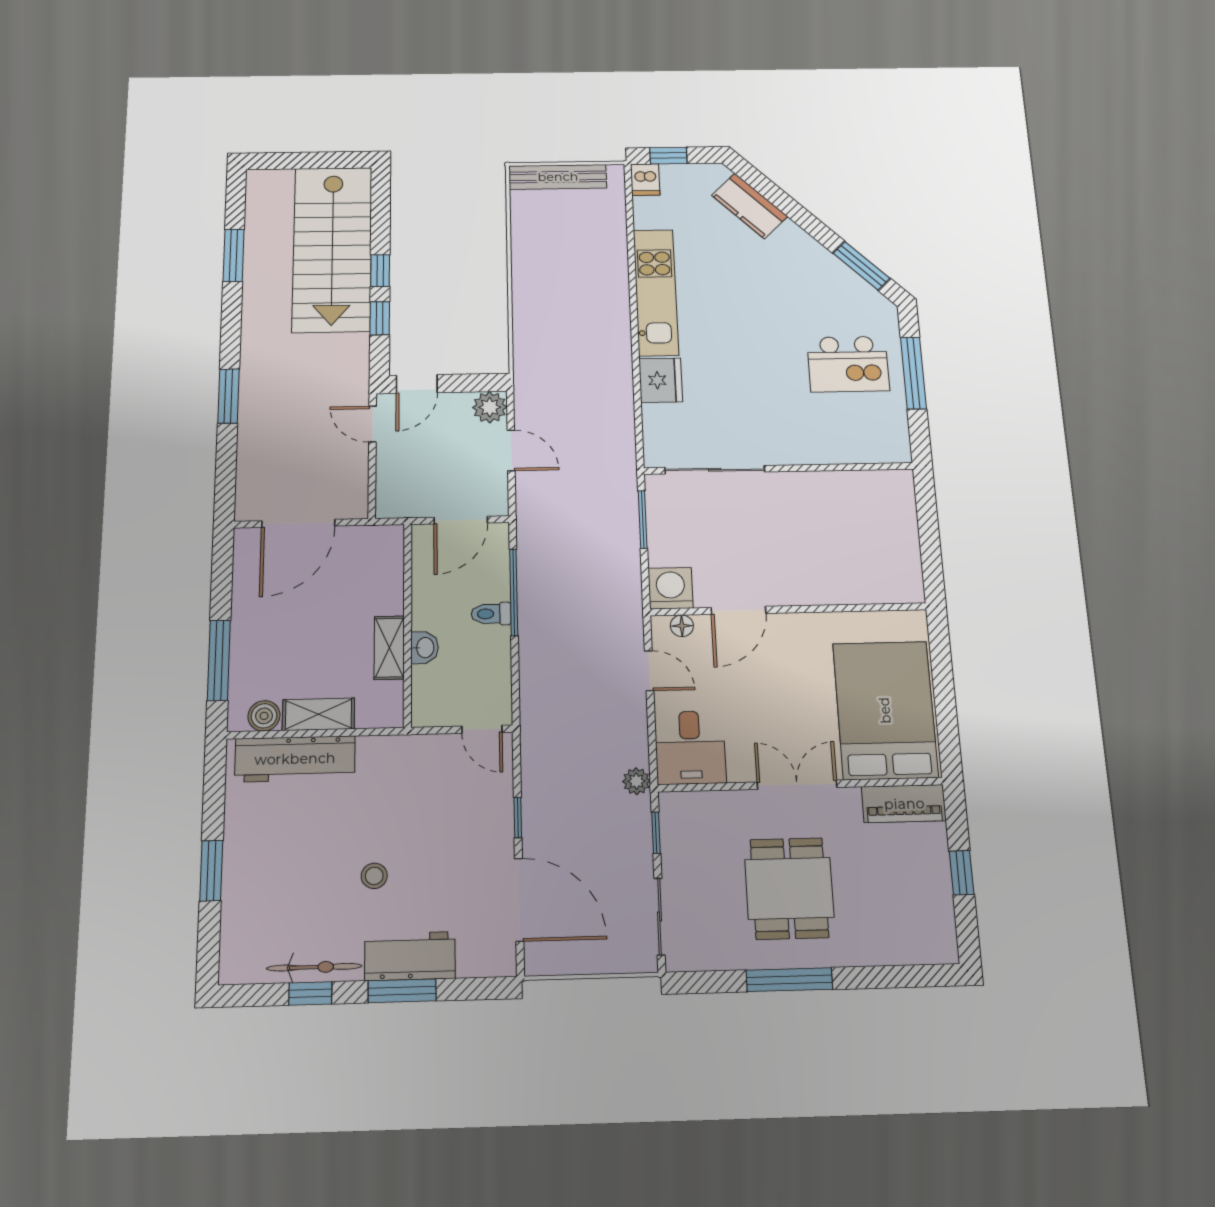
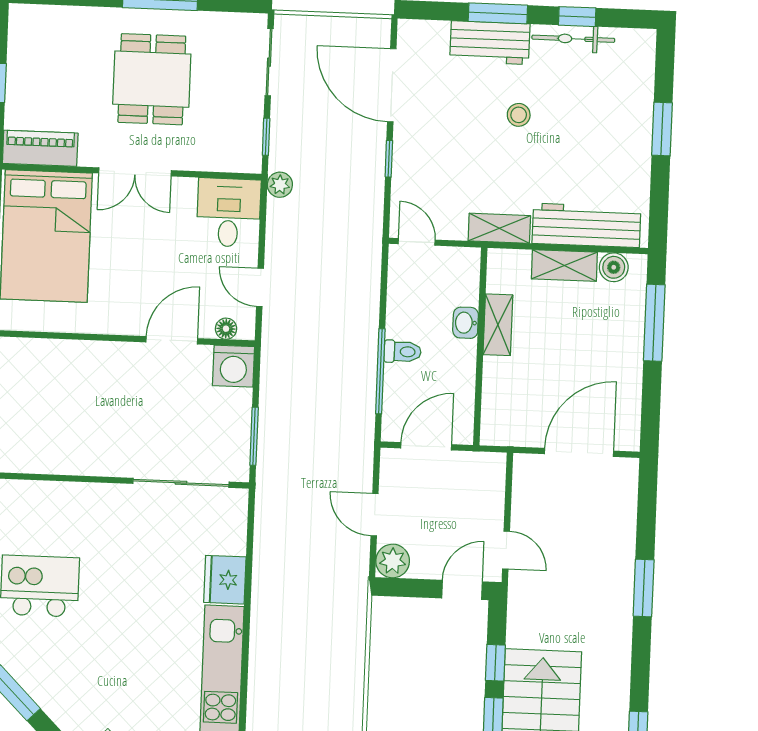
shelving: (392, 750) -> (499, 228), added

